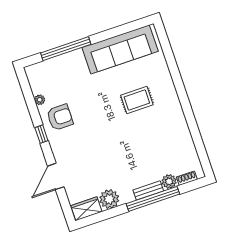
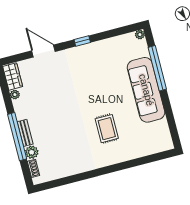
sofa: (120, 49) -> (146, 90), moved
plant: (40, 100) -> (140, 35), moved
armchair: (60, 117) -> (96, 59), removed
plant: (109, 199) -> (15, 95), width x0.53, depth x0.53

